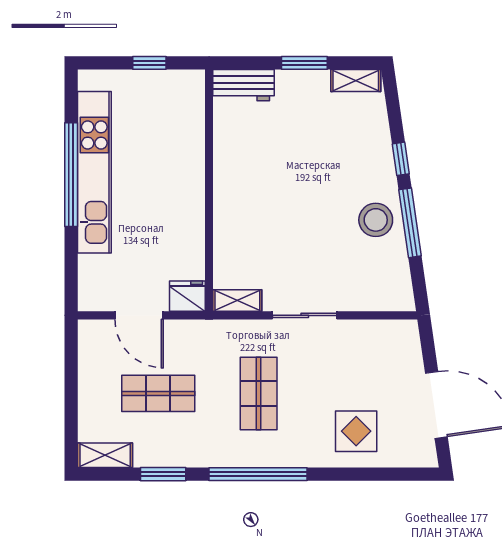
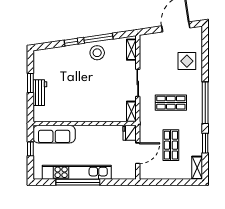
shelving: (356, 81) -> (131, 50), moved
workbench: (244, 85) -> (40, 93), moved
sofa: (184, 119) -> (54, 134), added

